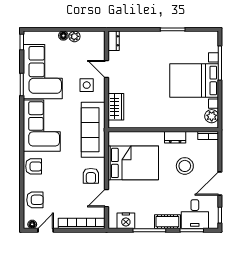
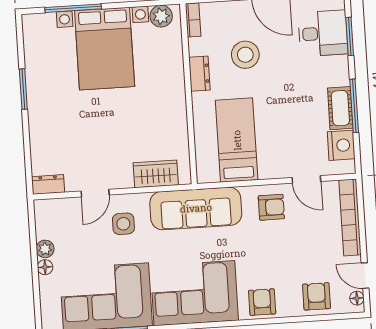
bed: (133, 163) -> (237, 140), width x0.67
cot: (167, 222) -> (340, 108), moved

